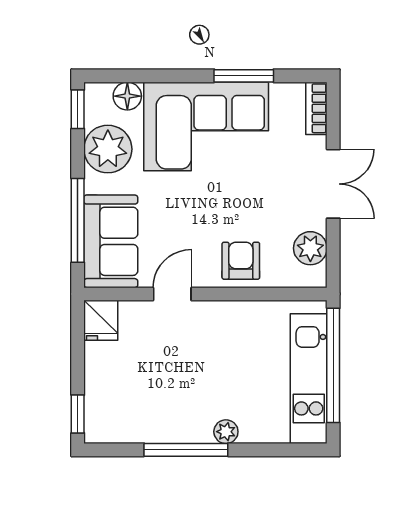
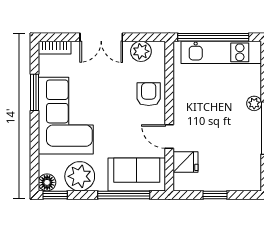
floor lamp: (127, 96) -> (47, 182), moved
double door: (333, 184) -> (101, 37), swing flipped
armchair: (241, 261) -> (149, 94), turned 90
fridge: (101, 320) -> (185, 162), moved
window: (78, 414) -> (215, 195), moved

